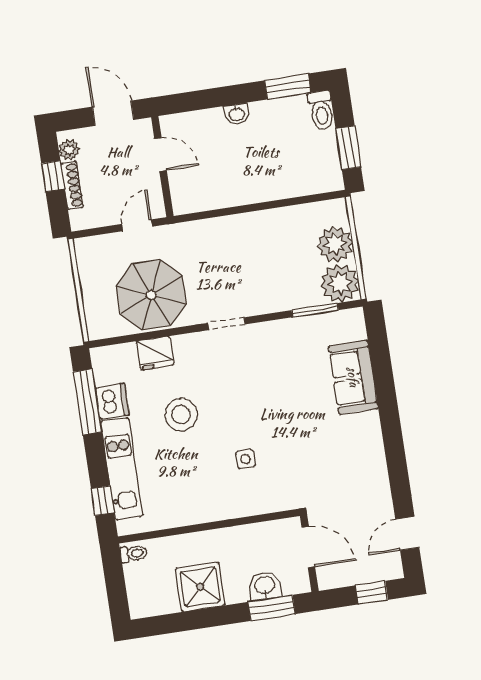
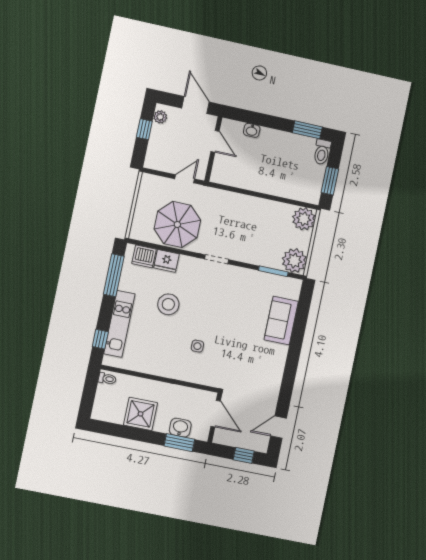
washbasin: (237, 114) -> (252, 130), moved
shoe rack: (72, 185) -> (154, 139), removed
plant: (335, 244) -> (304, 219), moved
dishwasher: (112, 401) -> (144, 256), moved, turned 90

